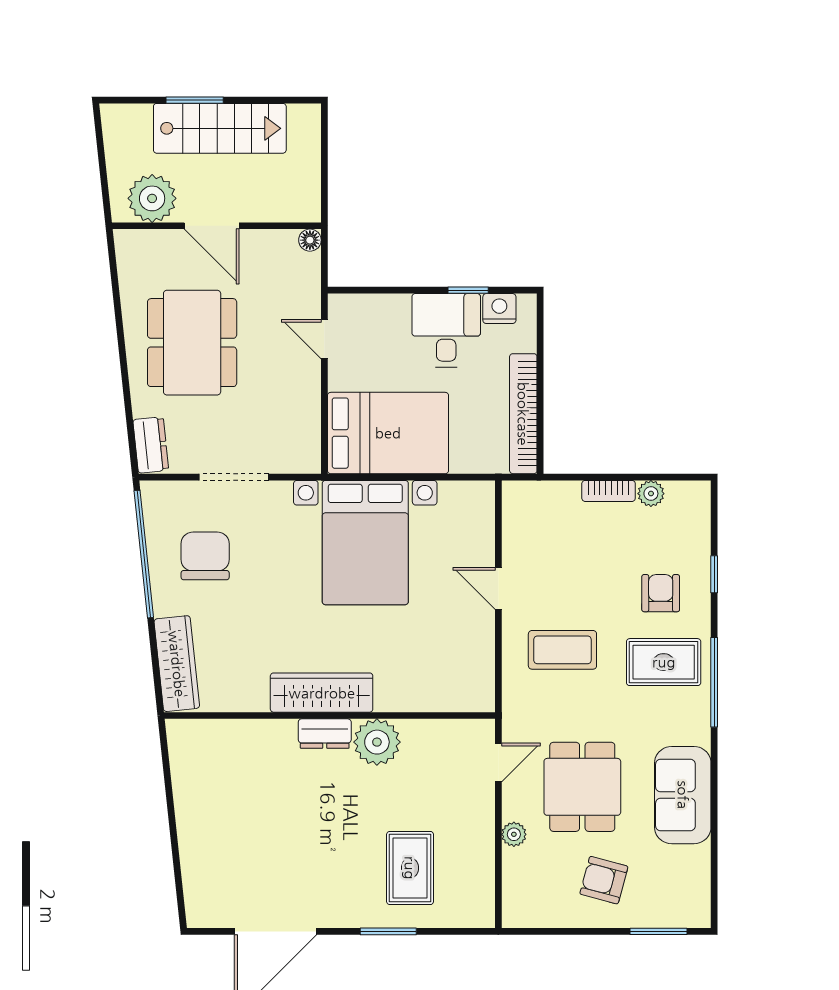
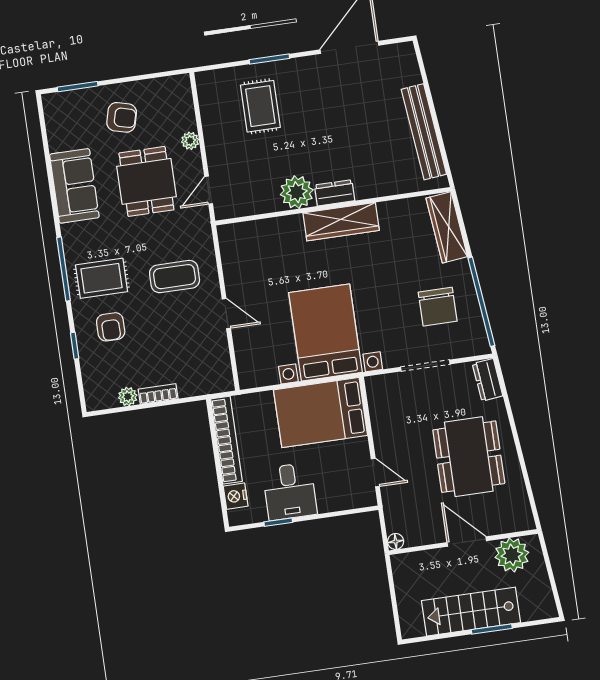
nightstand: (499, 309) -> (236, 496), moved, turned 90
bench: (189, 800) -> (424, 132), added

